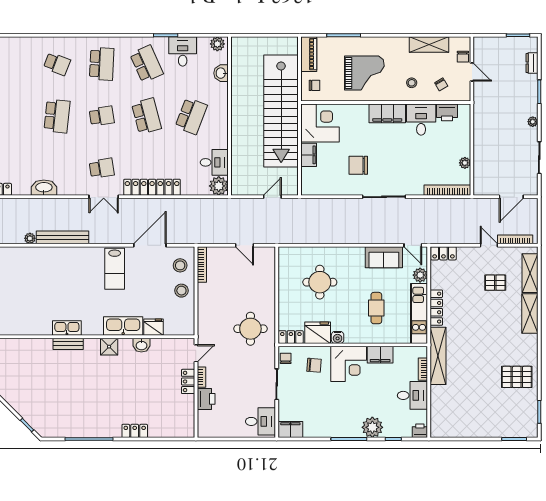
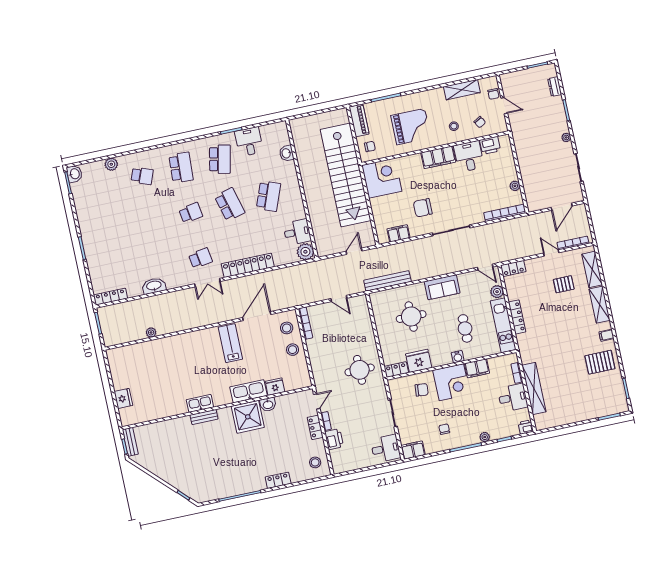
plant: (217, 44) -> (111, 164), moved
school desk: (146, 64) -> (220, 159), turned 36
school desk: (57, 116) -> (152, 221), removed
filing cabinet: (309, 155) -> (398, 233), moved, turned -90
bench: (63, 237) -> (387, 281), moved
sofa: (384, 257) -> (442, 287), moved
lab bench: (115, 269) -> (230, 343), turned 180
water cooler: (338, 337) -> (458, 357), moved
shower: (109, 347) -> (248, 417), width x1.86, depth x1.86
filing cabinet: (530, 349) -> (606, 335), added
shelving: (438, 356) -> (534, 389), moved
chair: (286, 358) -> (444, 429), moved
stool: (180, 420) -> (315, 462), added
plant: (372, 427) -> (485, 437), width x0.53, depth x0.53

